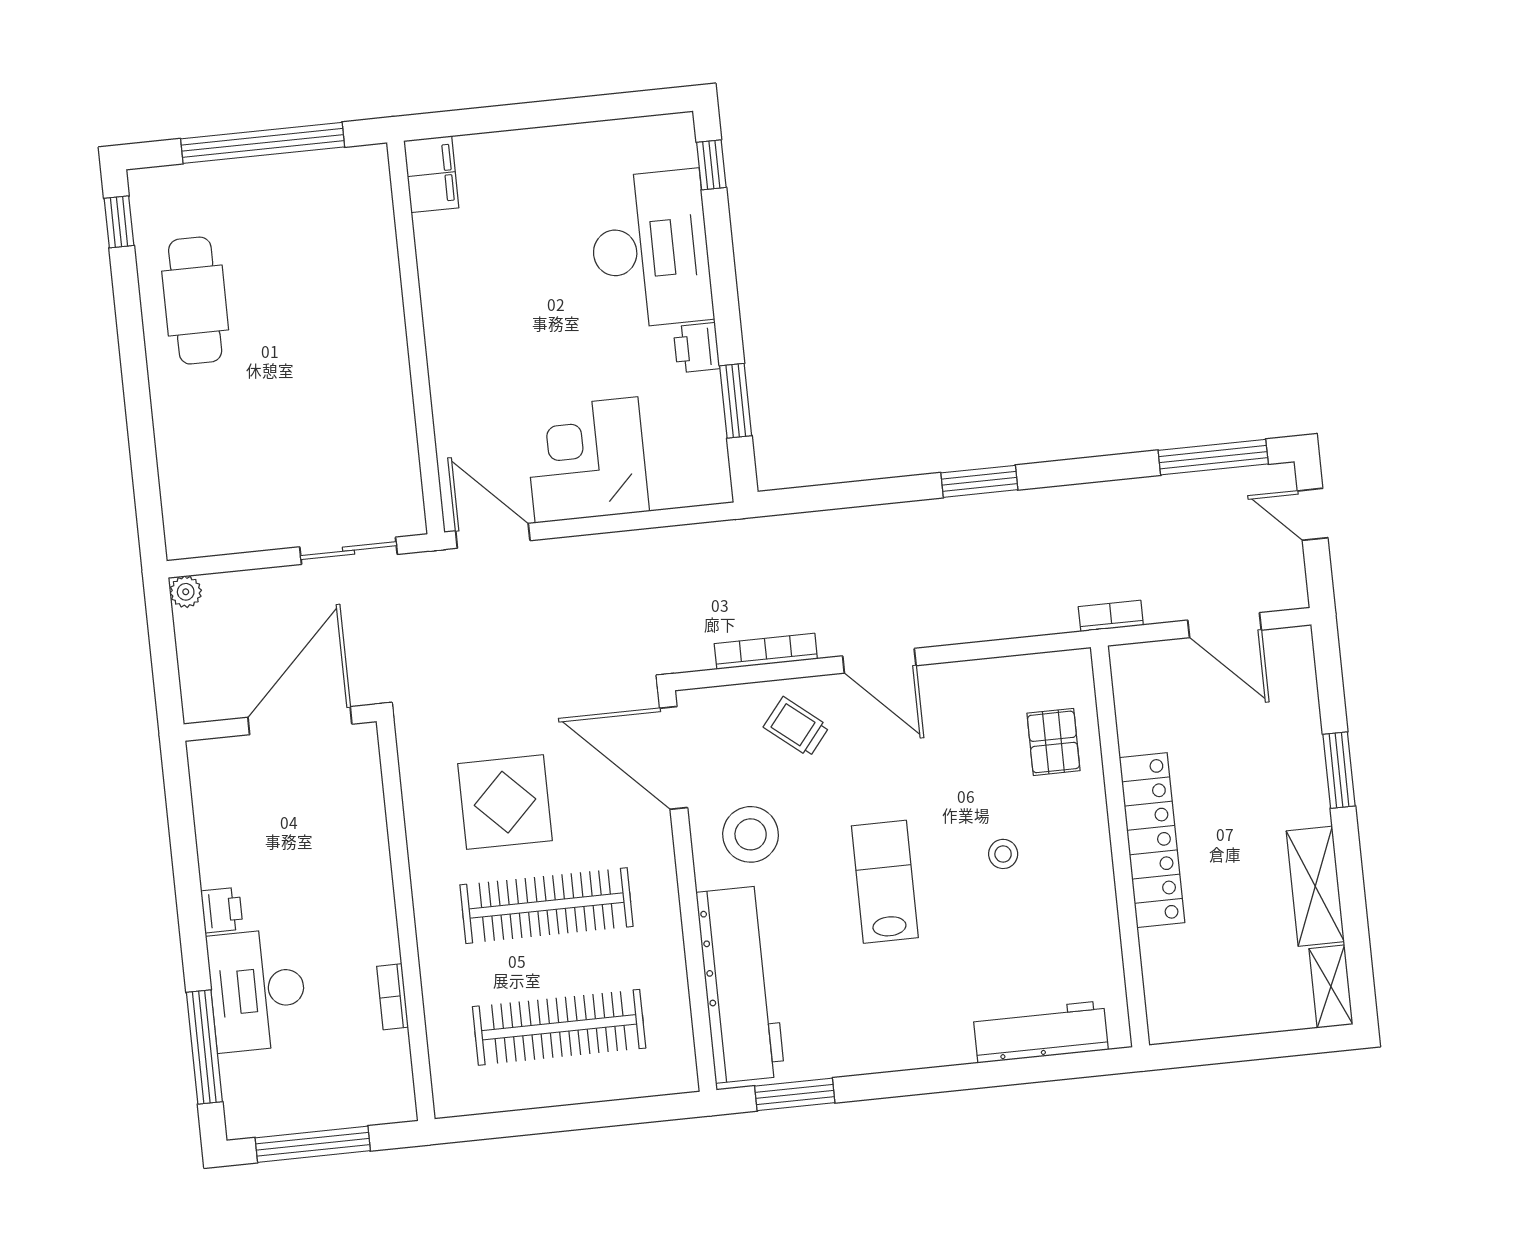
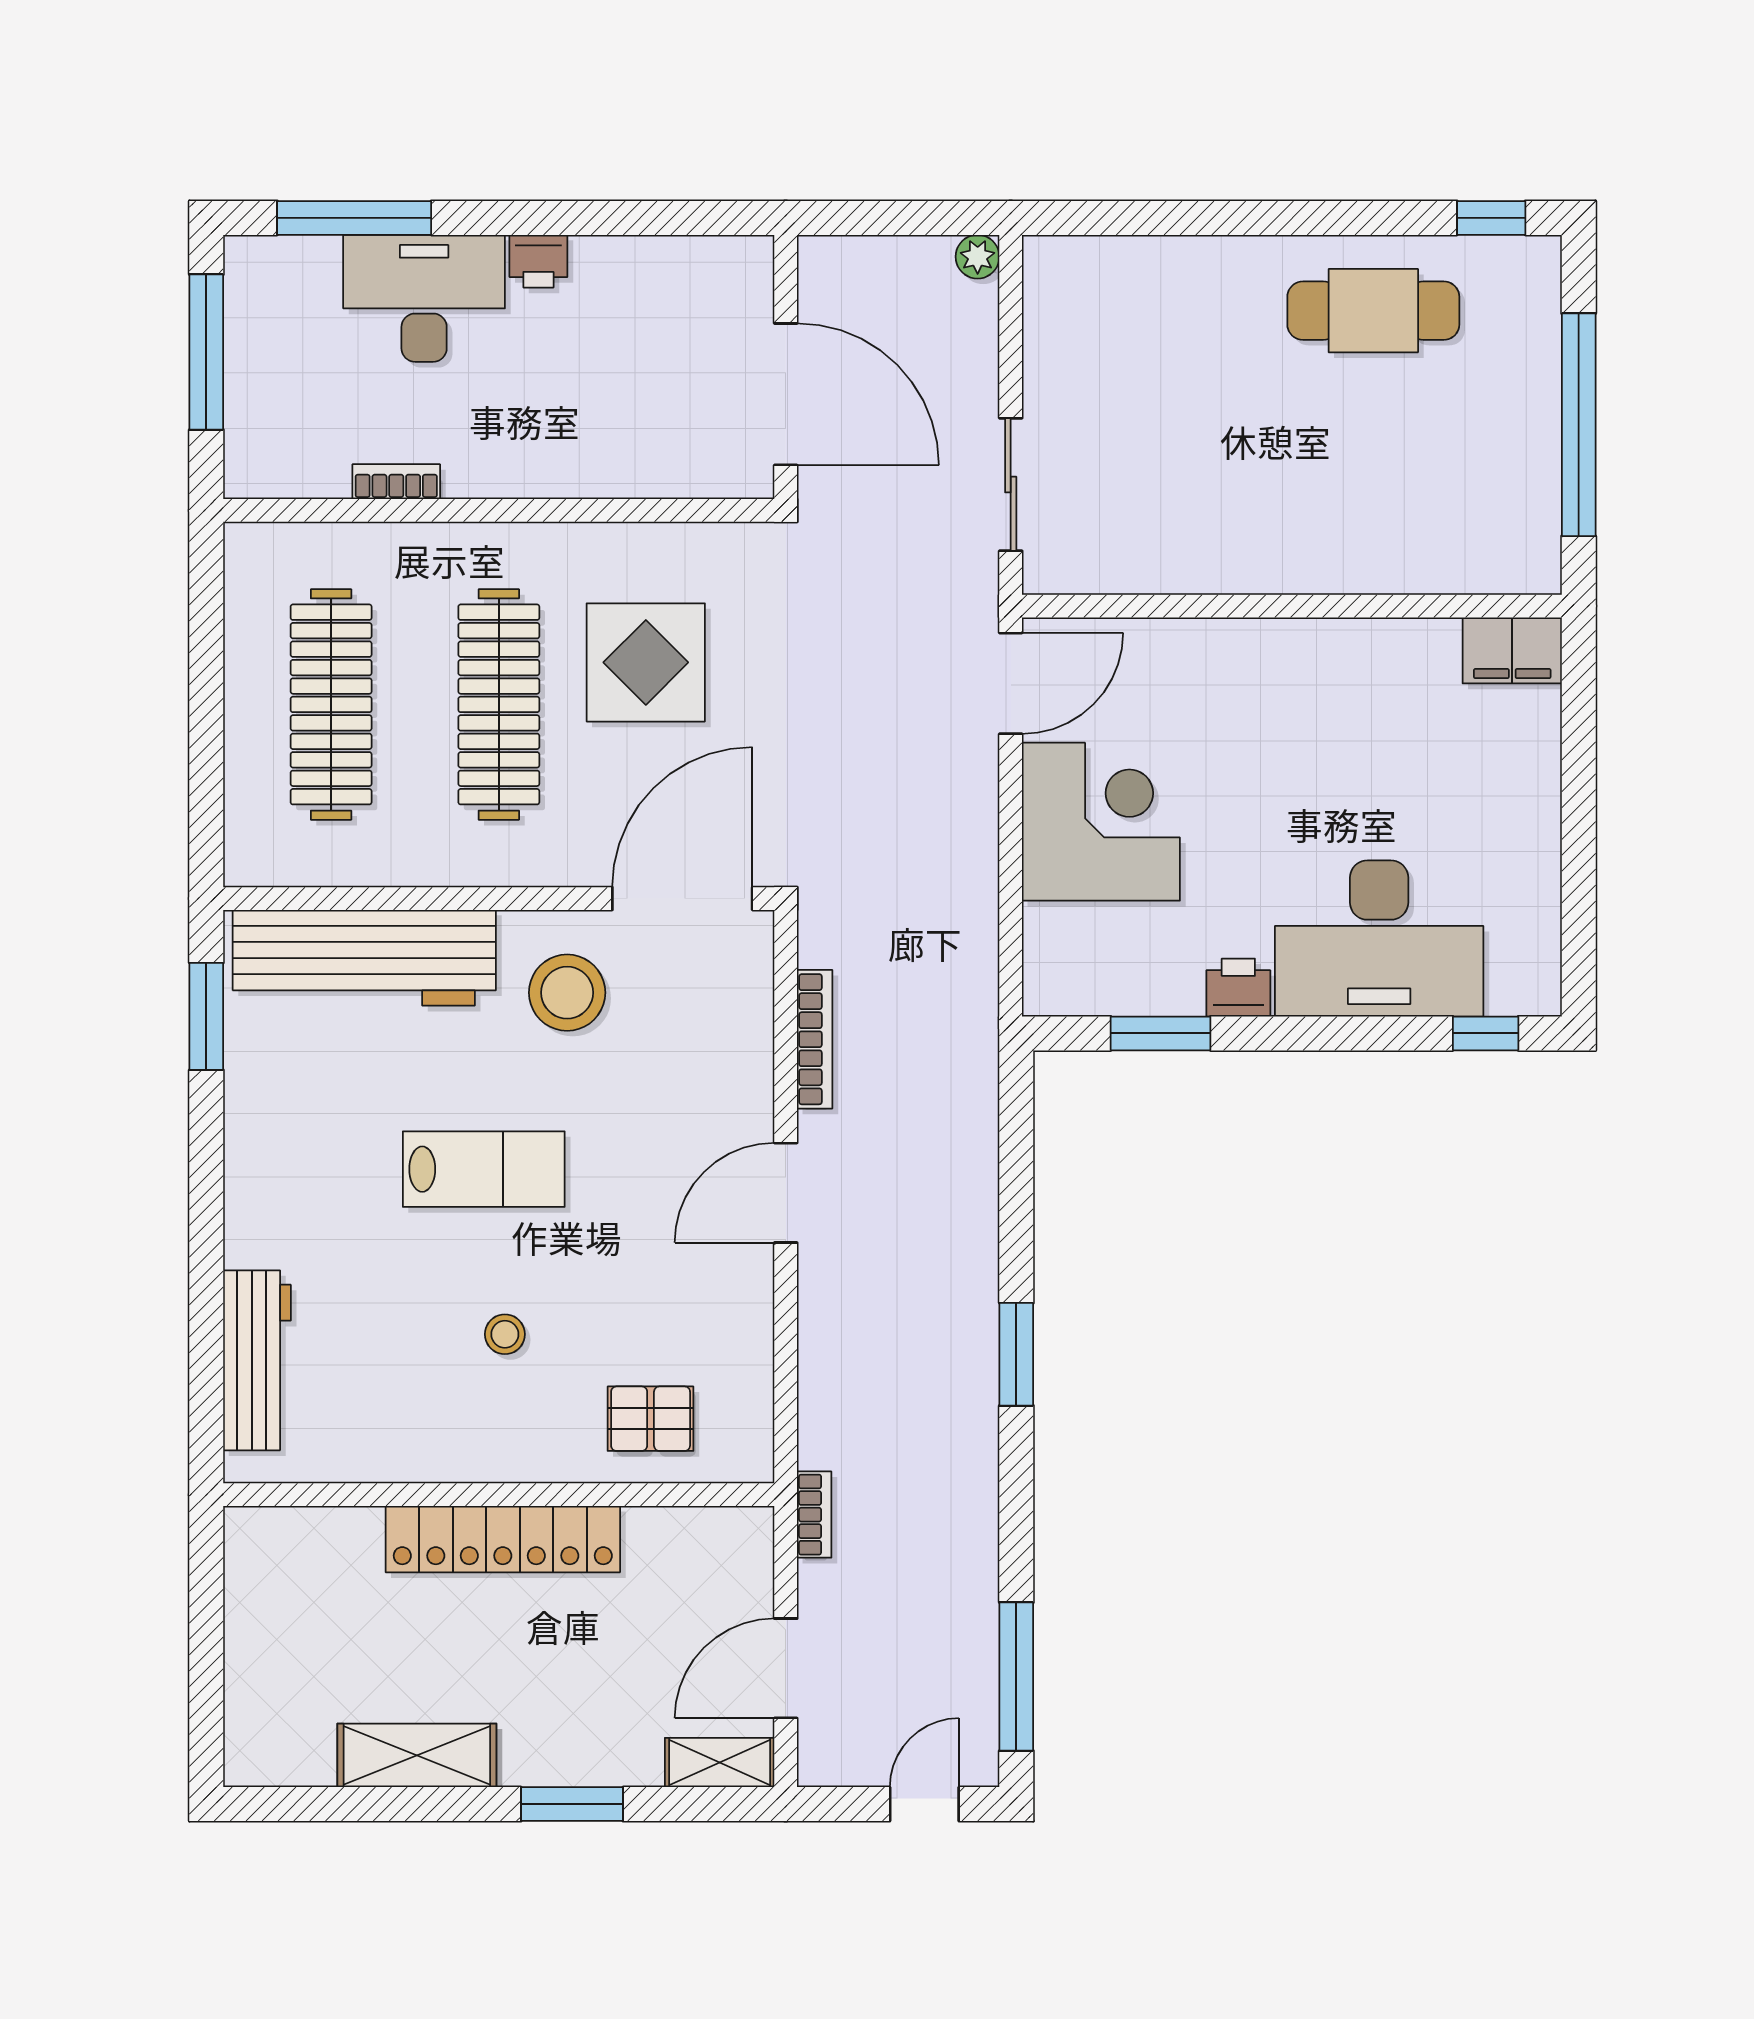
trolley: (796, 727) -> (707, 1070), removed
shelving: (1331, 987) -> (720, 1763), moved

